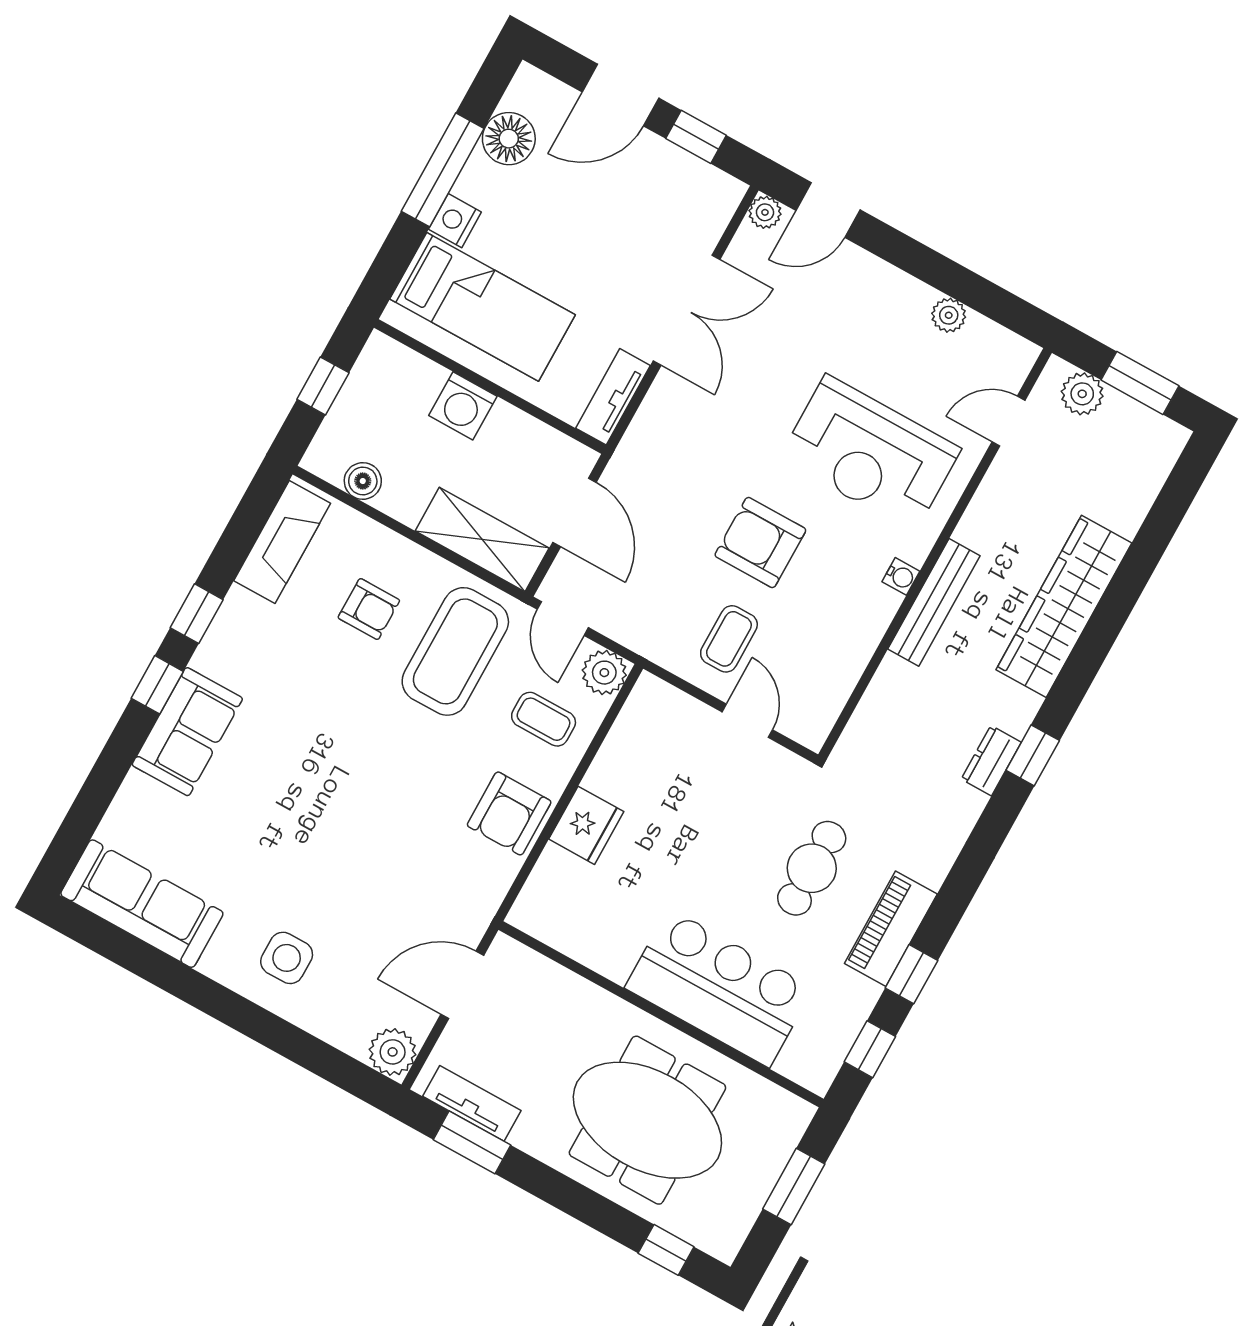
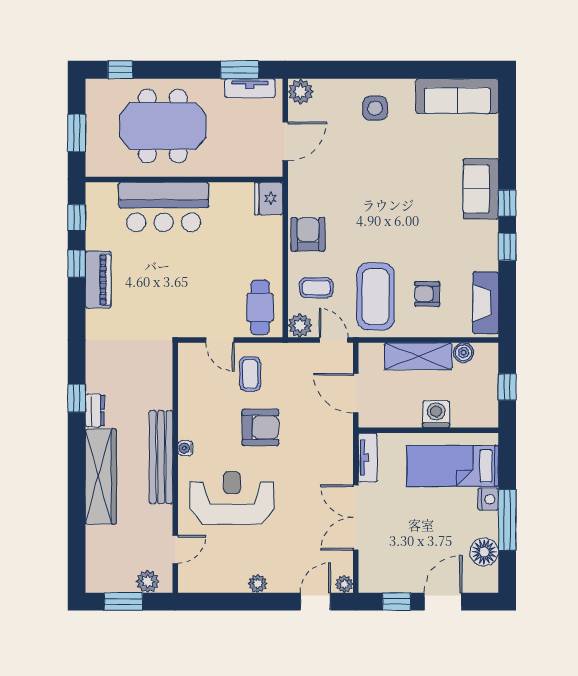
plant: (949, 315) -> (258, 584), moved
shelving: (482, 540) -> (418, 356), moved
bench: (934, 602) -> (161, 457), width x1.37, depth x1.21
dresser: (991, 761) -> (95, 411), moved
fridge: (586, 825) -> (269, 198), moved
cafe table: (812, 868) -> (260, 307), moved

